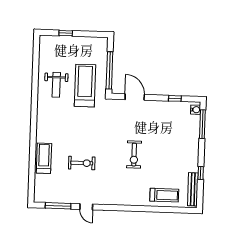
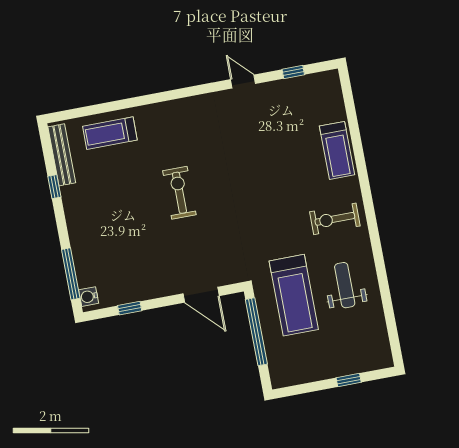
exercise bike: (82, 163) -> (335, 219), moved
window: (58, 206) -> (293, 72), width x0.46

